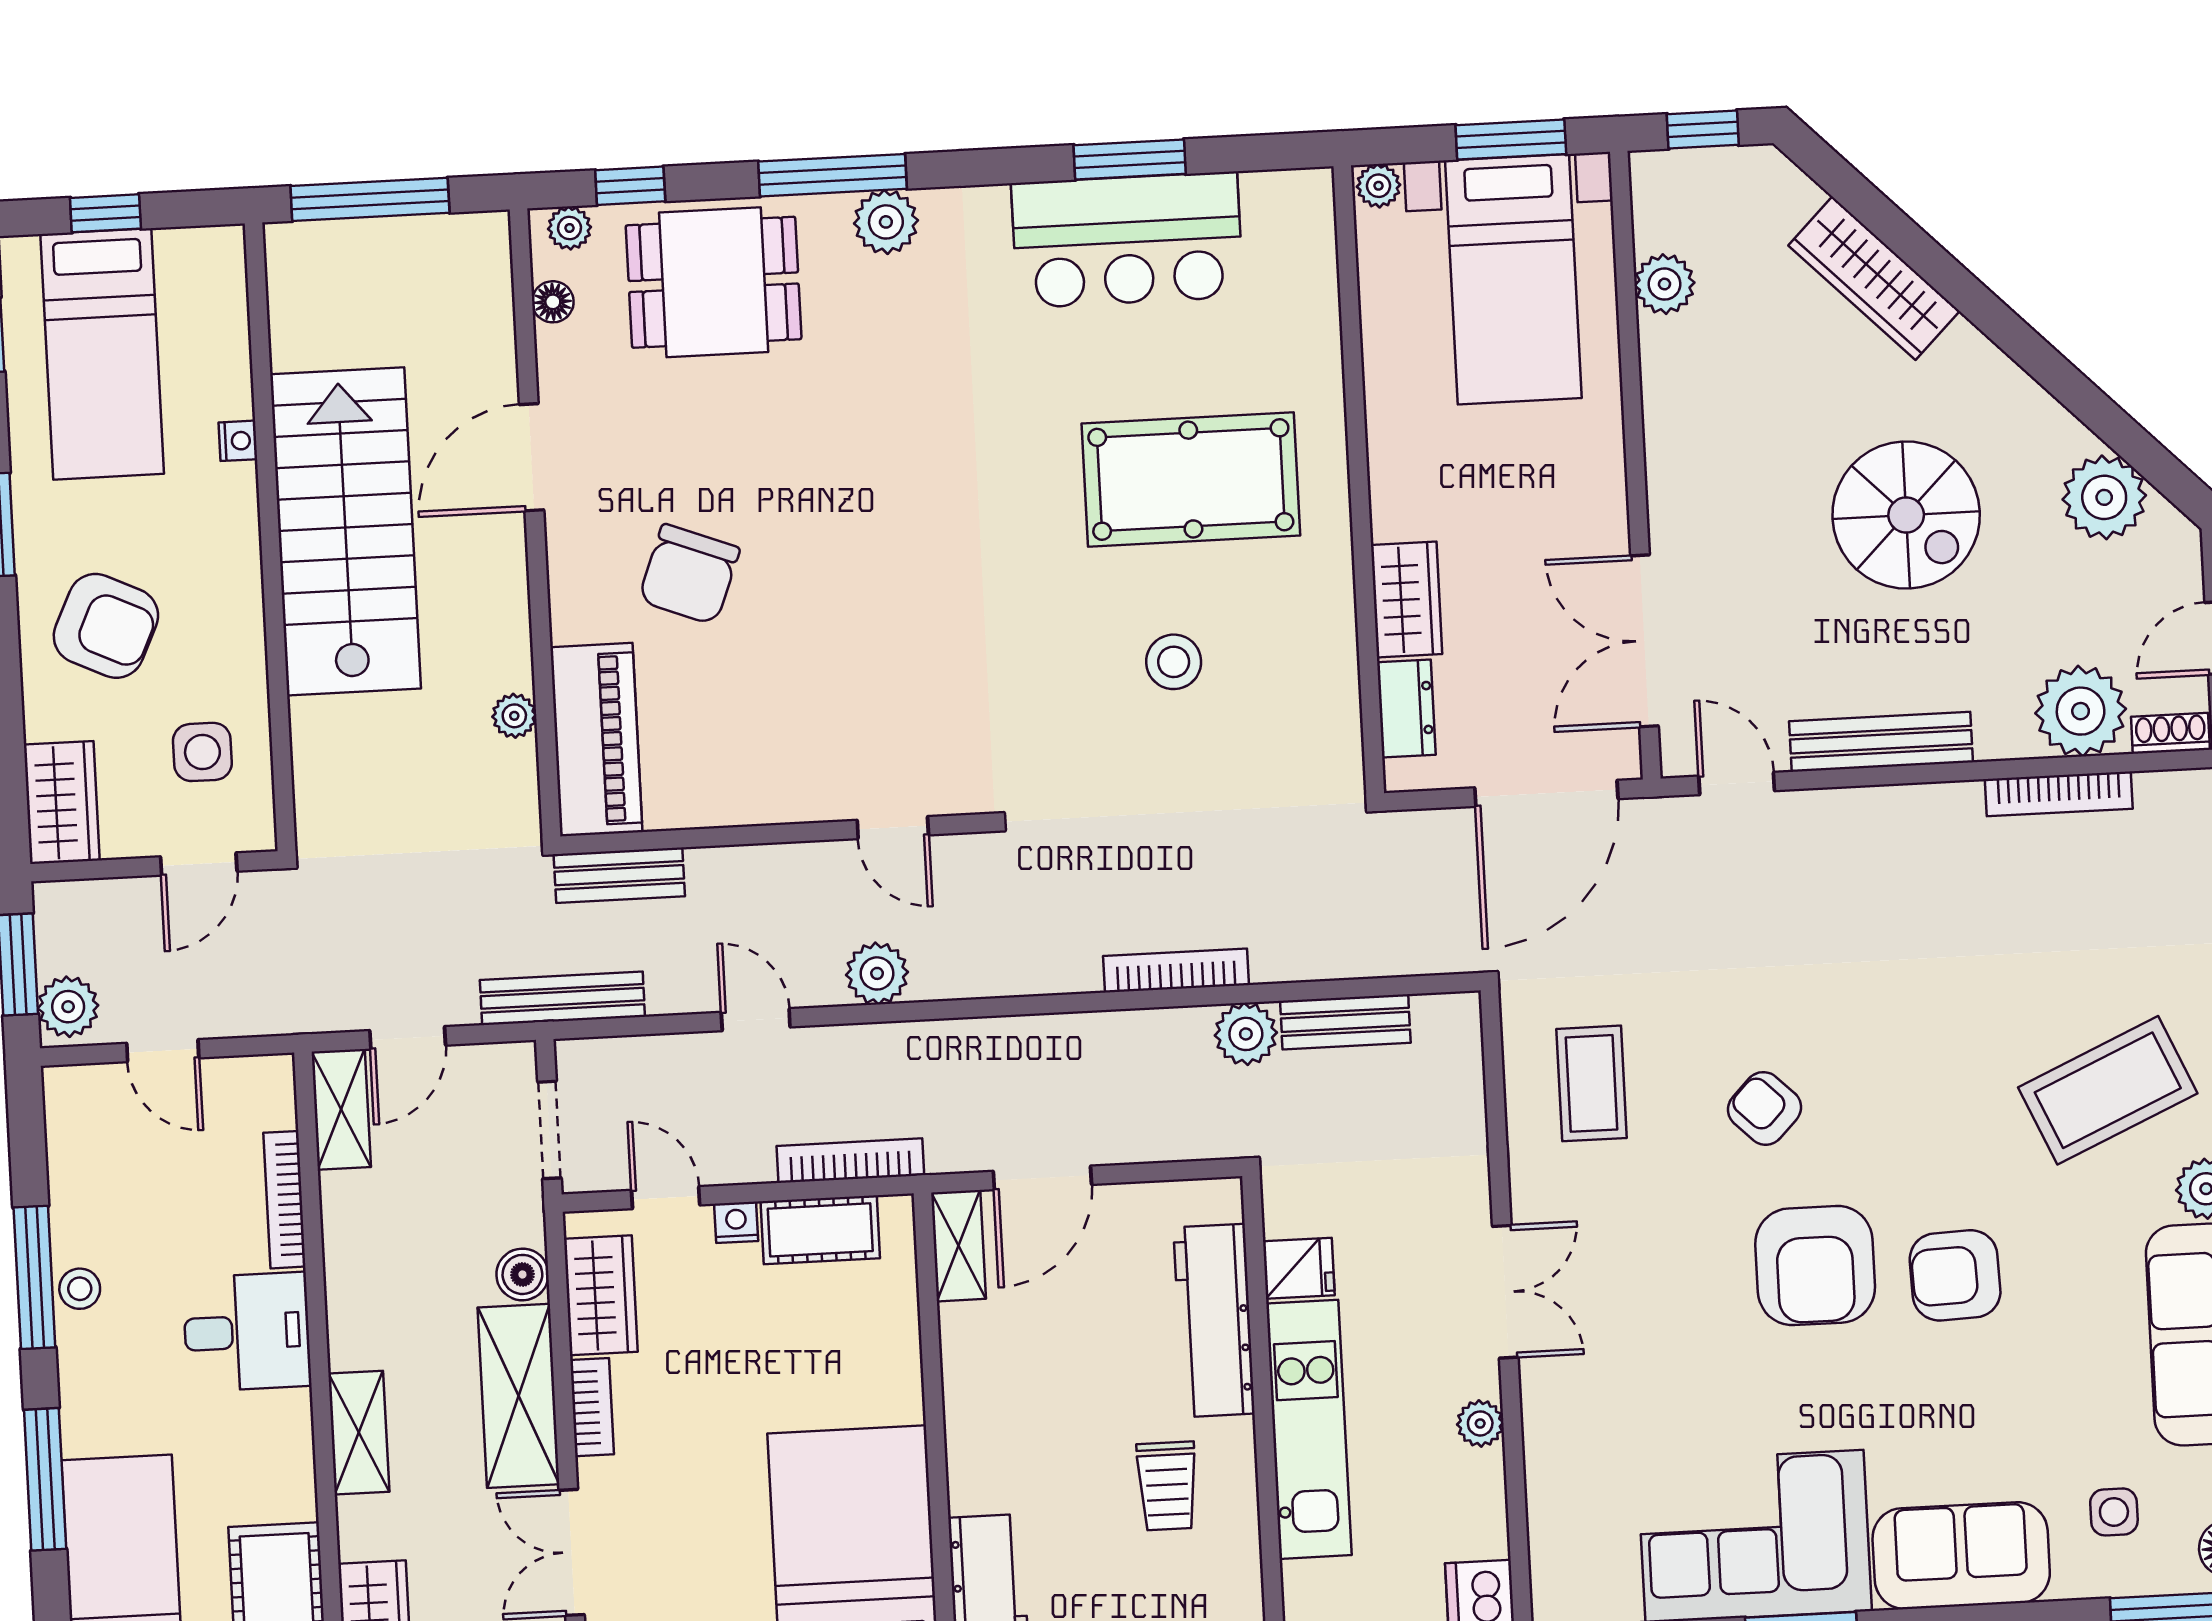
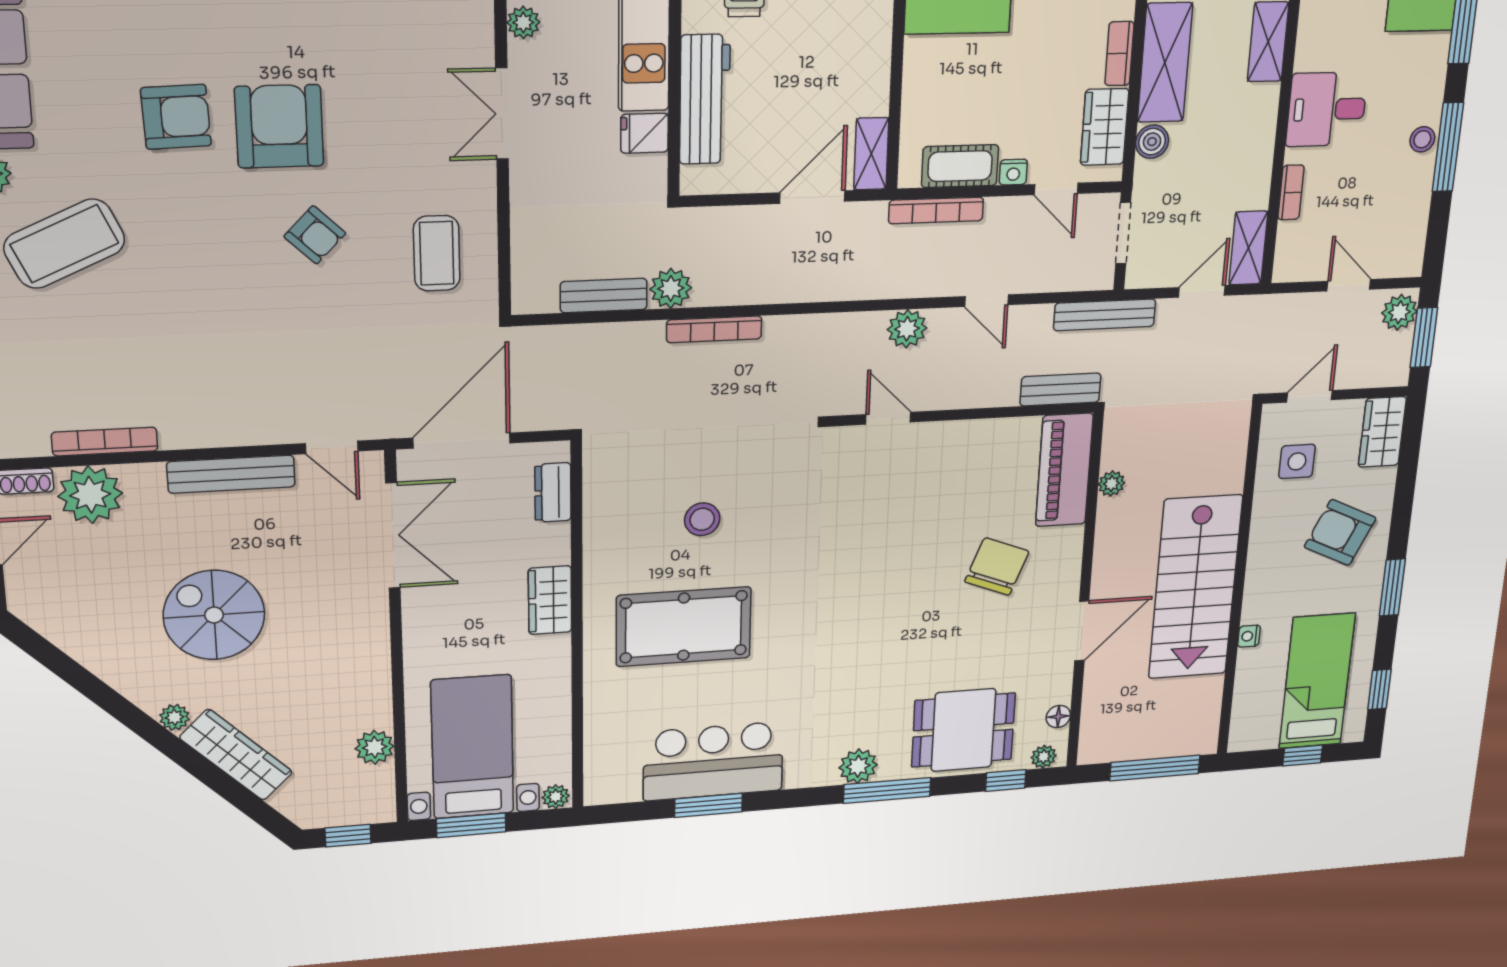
plant: (2104, 497) -> (174, 717), moved, width x0.53, depth x0.53
wardrobe: (1407, 600) -> (550, 600), moved
bookcase: (284, 1200) -> (1291, 192), width x0.64

